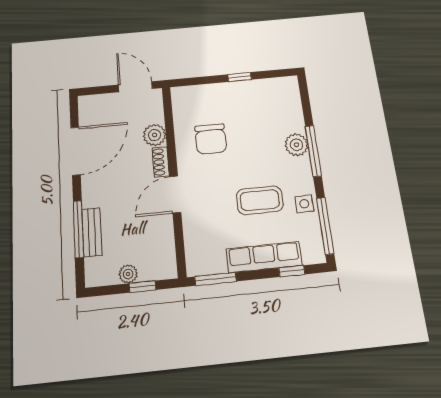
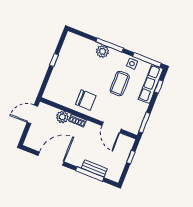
chair: (211, 139) -> (86, 100), moved
door: (75, 151) -> (51, 159), hinge flipped
door: (175, 194) -> (111, 127), moved
row of seats: (264, 257) -> (151, 84), moved
plant: (128, 274) -> (122, 161), removed

